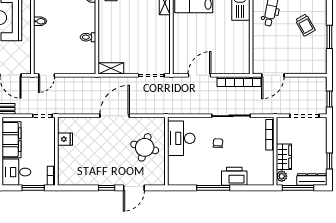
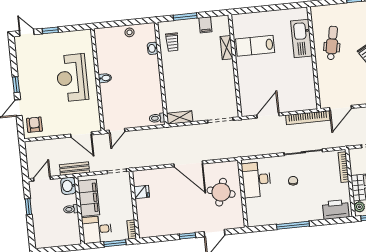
toilet: (88, 37) -> (157, 118), moved
door: (115, 116) -> (188, 164), swing flipped
printer: (234, 176) -> (336, 209), moved

